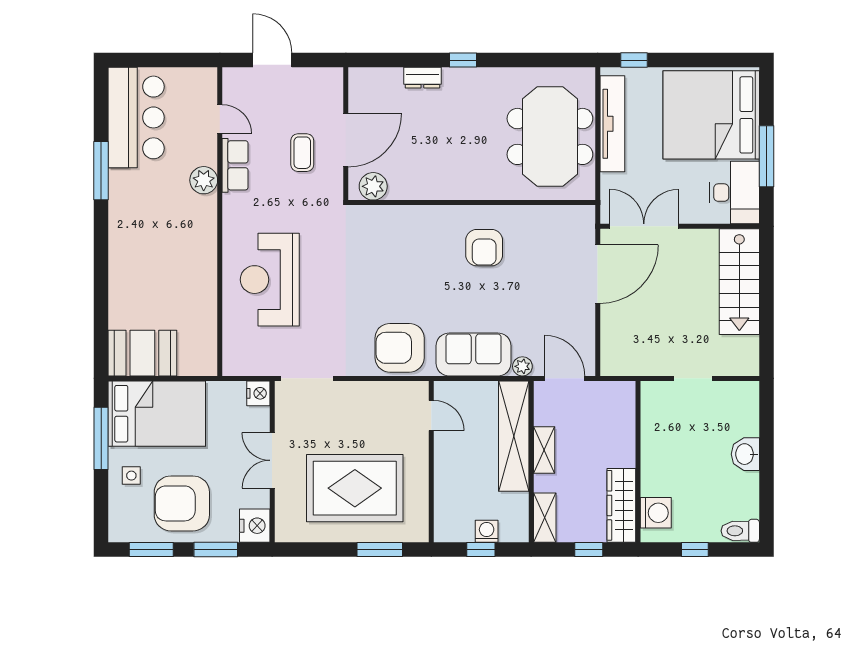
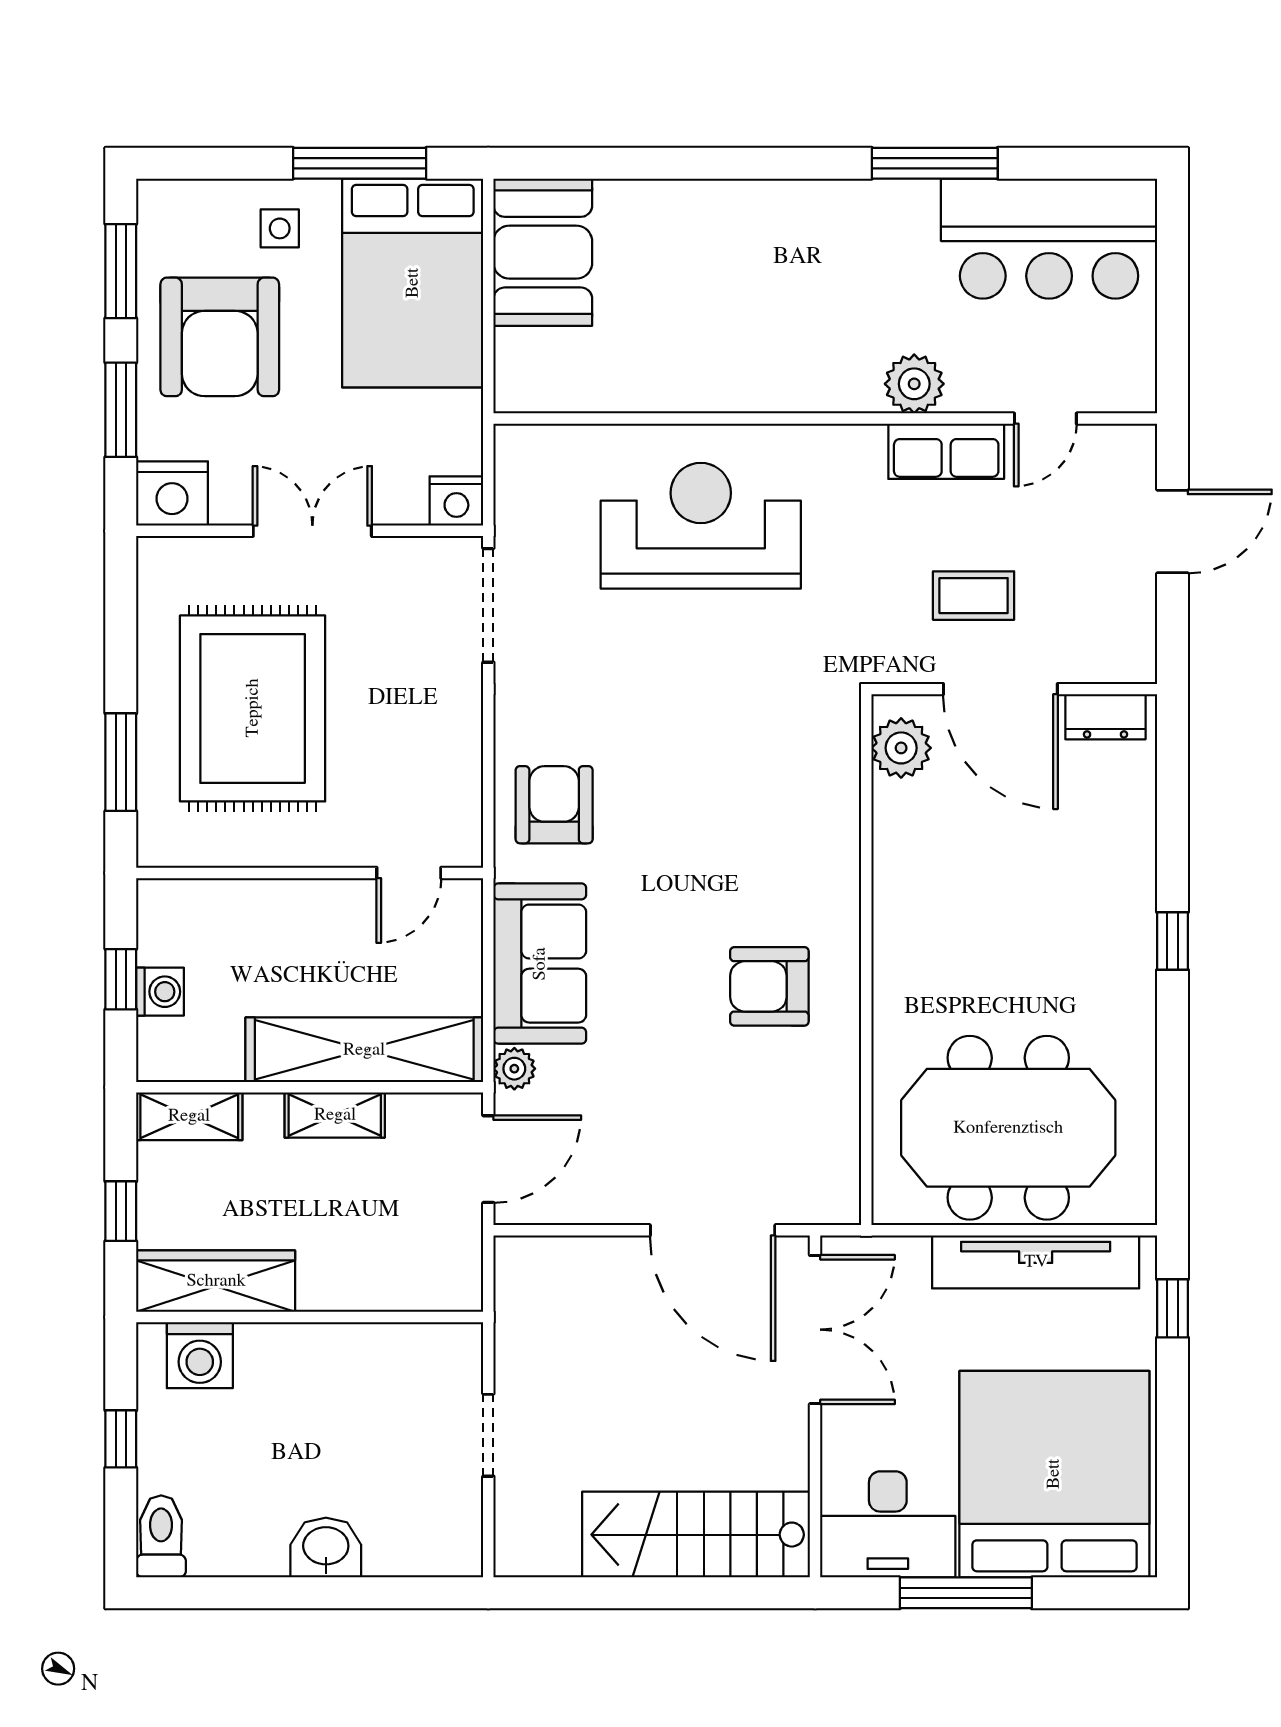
dresser: (422, 78) -> (1105, 717), moved, turned -90
armchair: (400, 348) -> (554, 805), width x0.73, depth x0.73
armchair: (182, 503) -> (220, 337), turned 180

